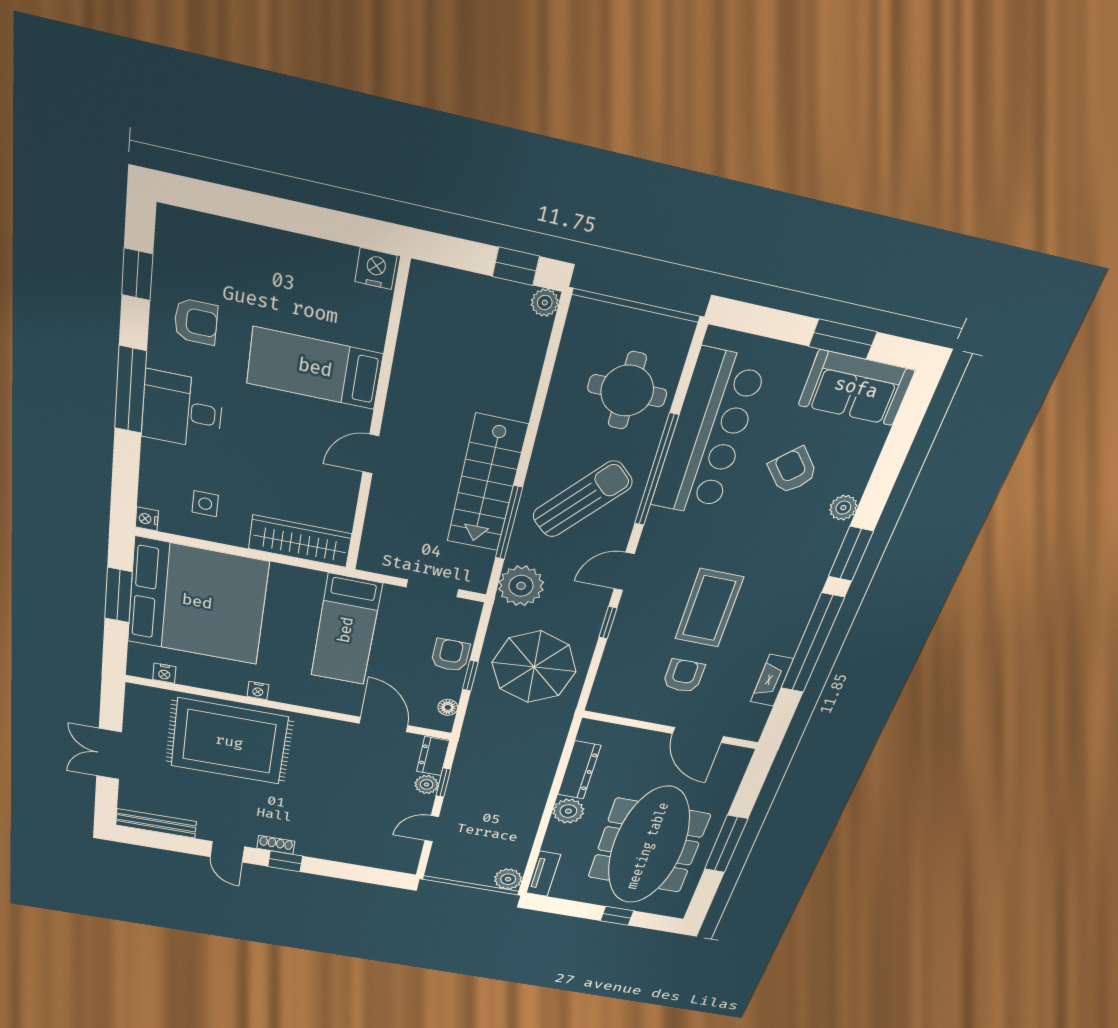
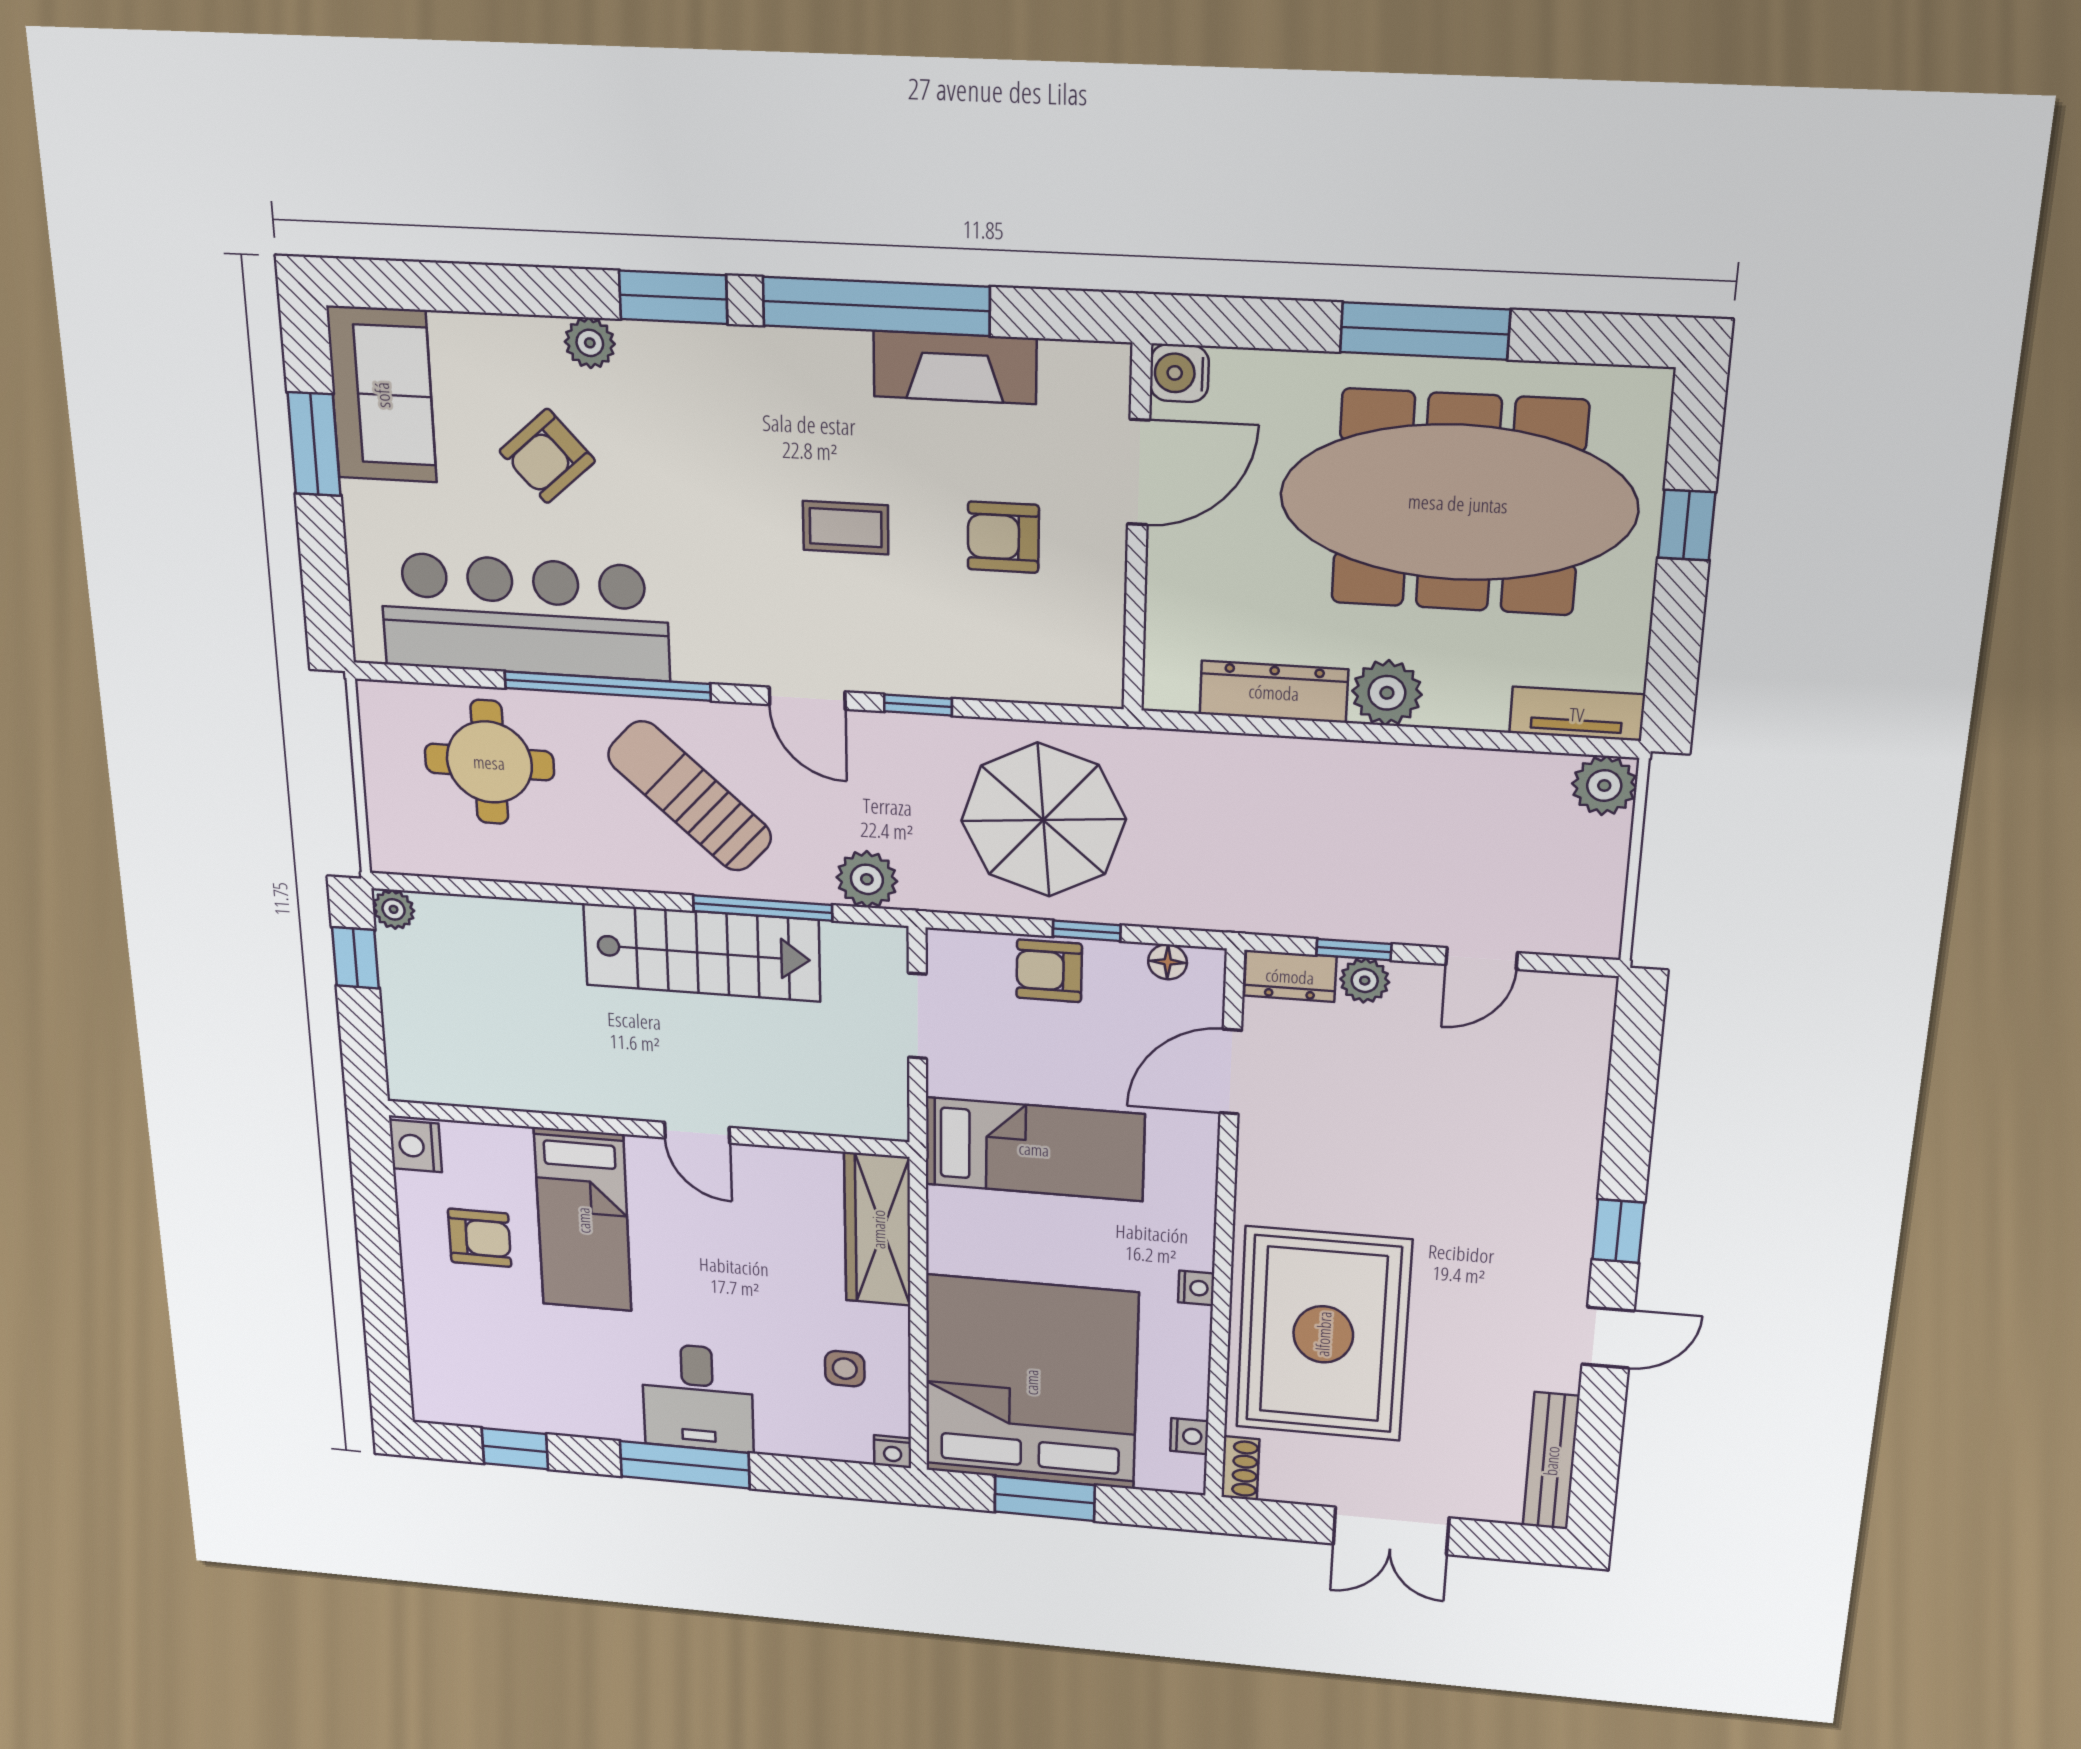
armchair: (196, 322) -> (480, 1238), moved, turned 90
plant: (521, 586) -> (867, 879), width x0.73, depth x0.73
coffee table: (709, 608) -> (846, 528), width x0.54, depth x0.58
fireplace: (772, 680) -> (955, 367), width x1.37, depth x1.32
water cooler: (738, 757) -> (1179, 373), added
door: (432, 829) -> (1482, 958), hinge flipped
shoe rack: (276, 845) -> (1240, 1468), moved, turned 180

